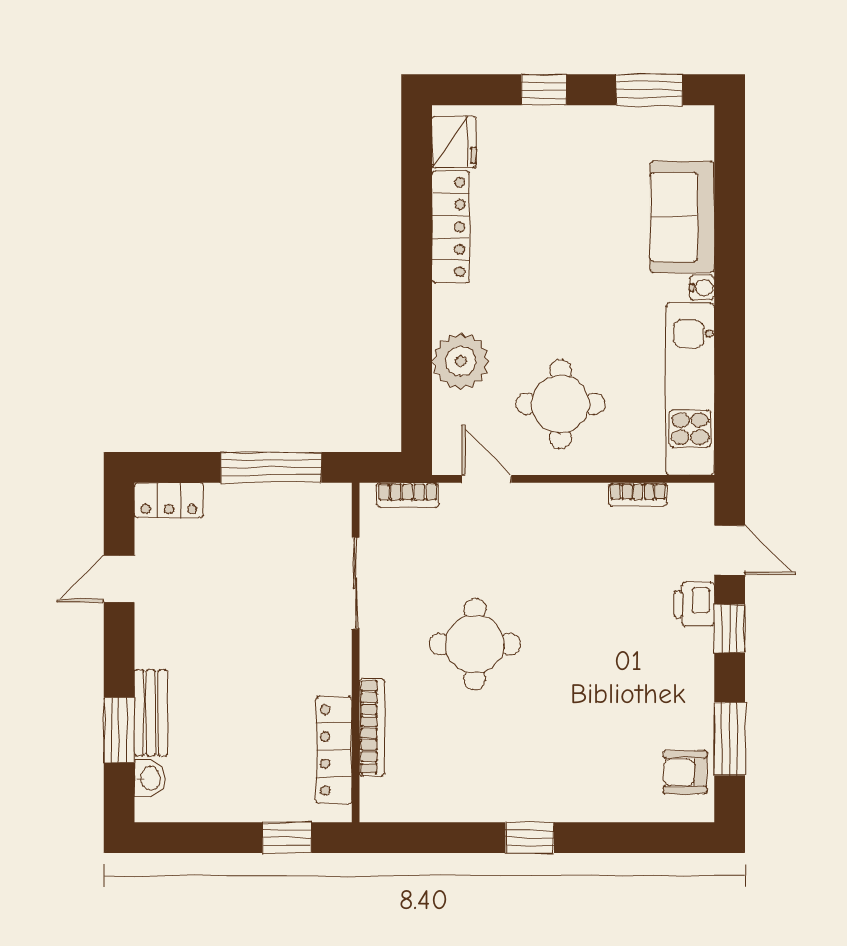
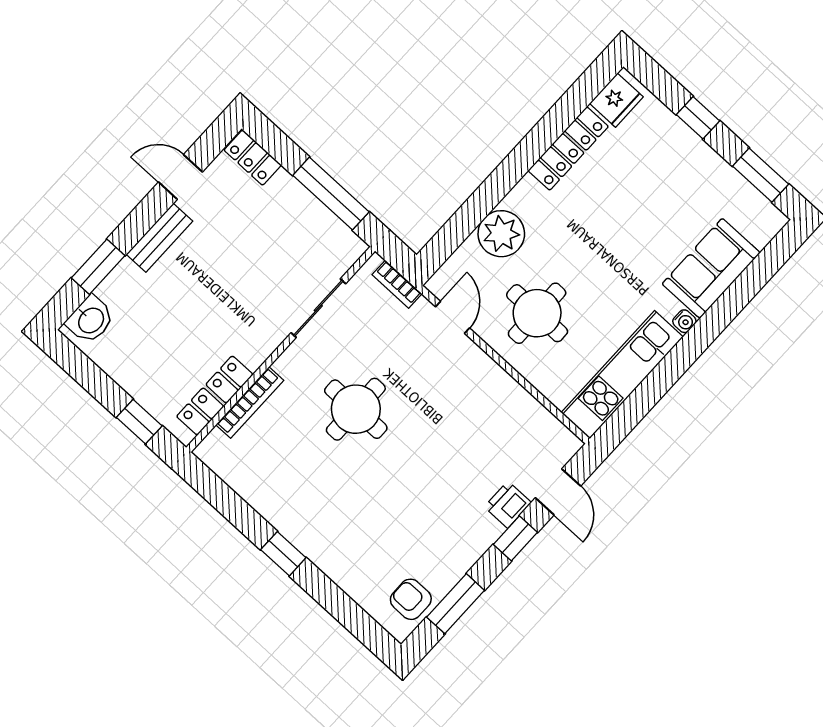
bookcase: (638, 494) -> (534, 409), removed
bench: (151, 713) -> (159, 238), moved
washbasin: (150, 778) -> (90, 320), width x1.38, depth x1.45

